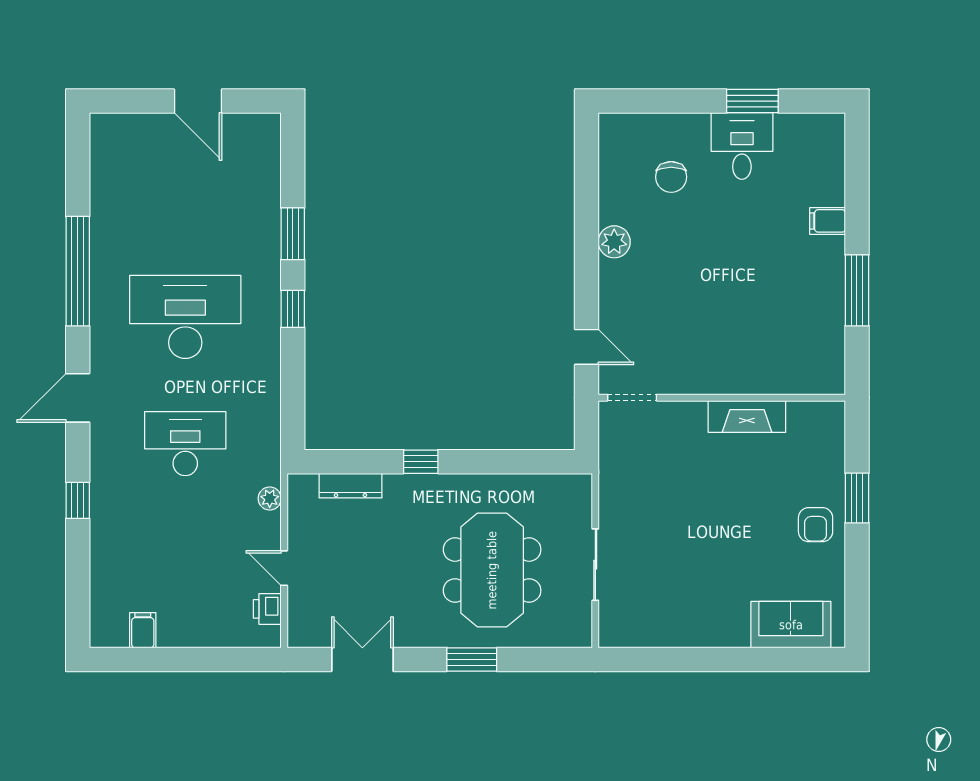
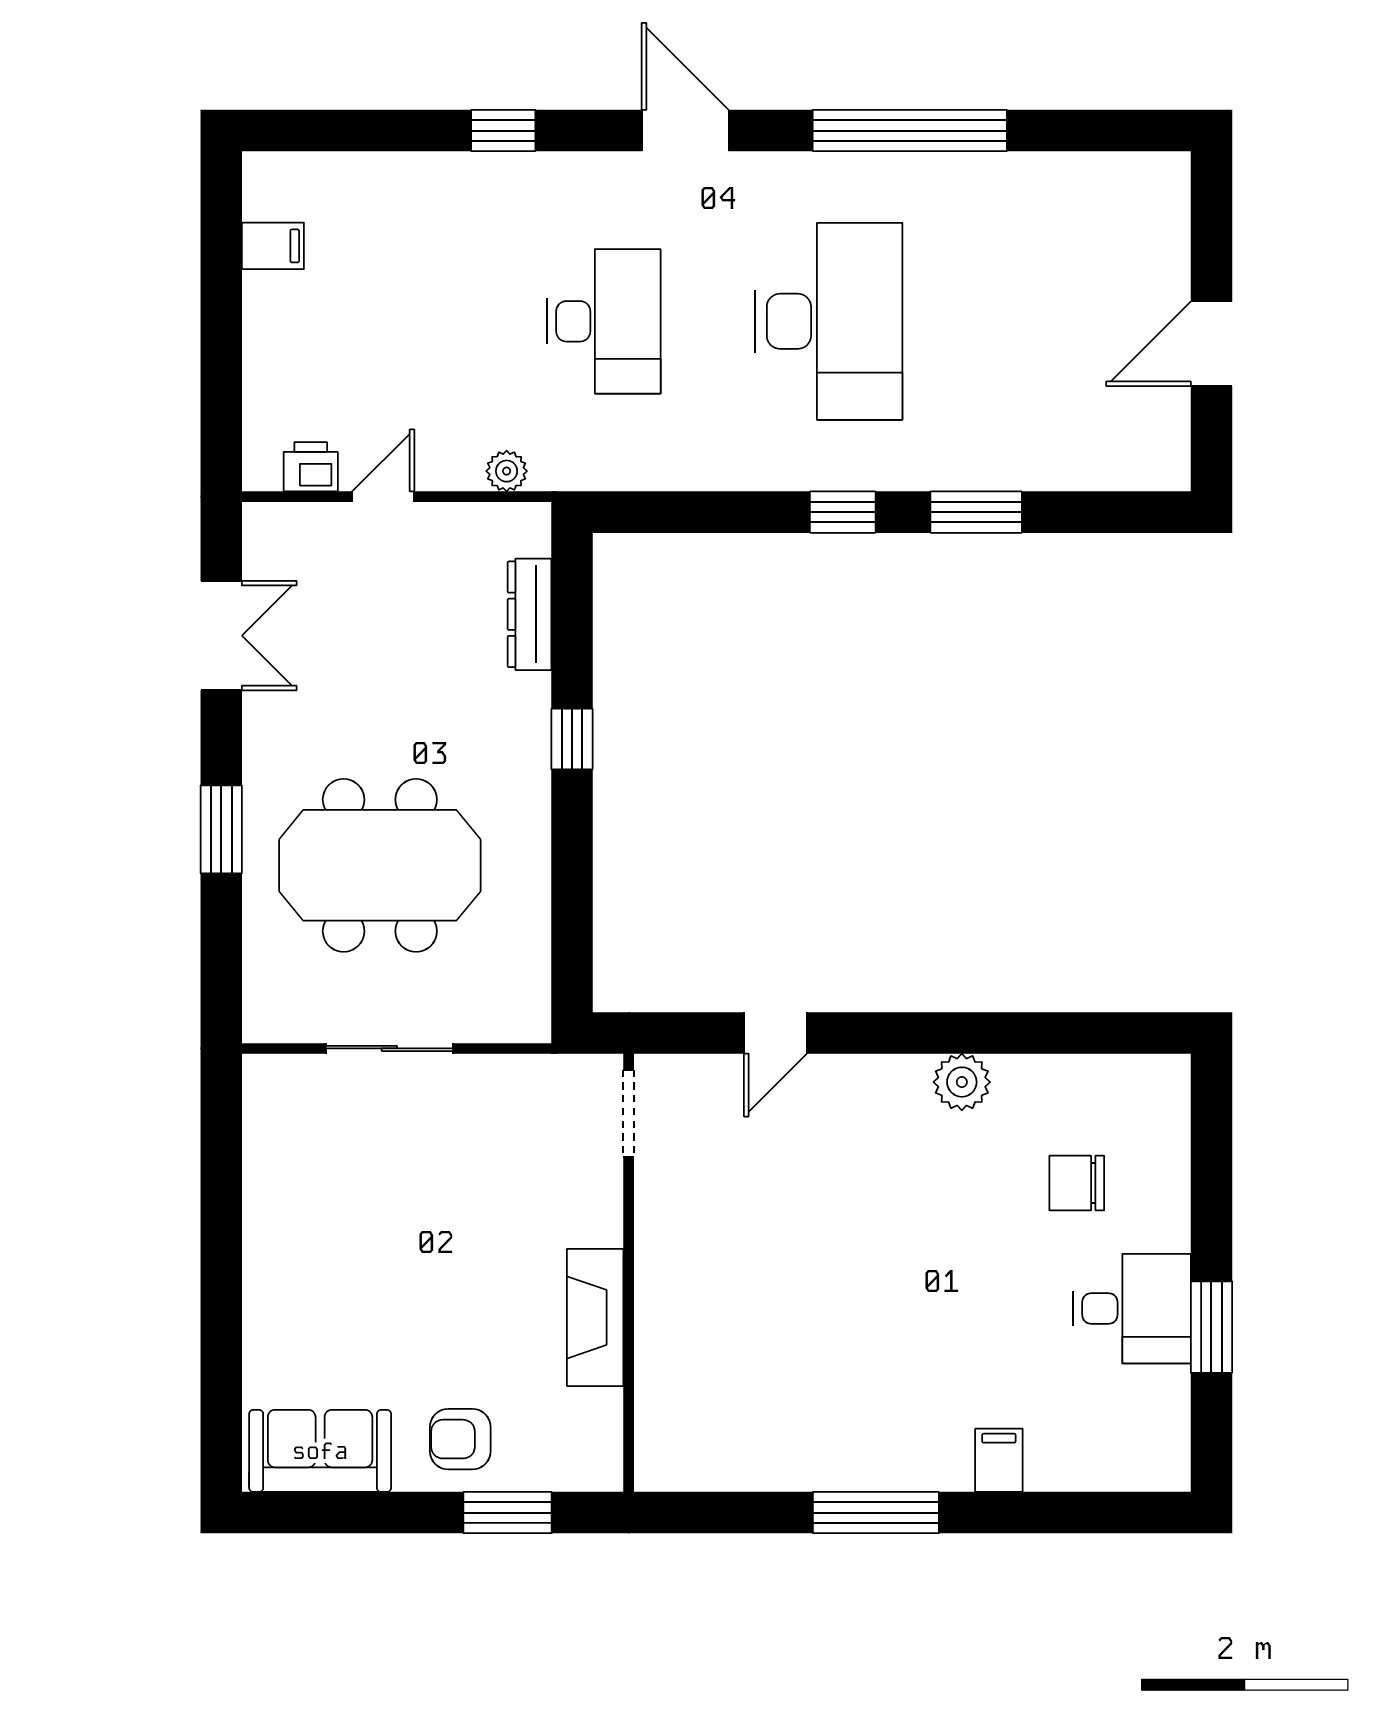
doorway: (632, 398) -> (629, 1114), moved
wall: (722, 398) -> (629, 1273), moved
fireplace: (747, 417) -> (595, 1317), moved
sofa: (791, 625) -> (320, 1451), moved, turned -90

